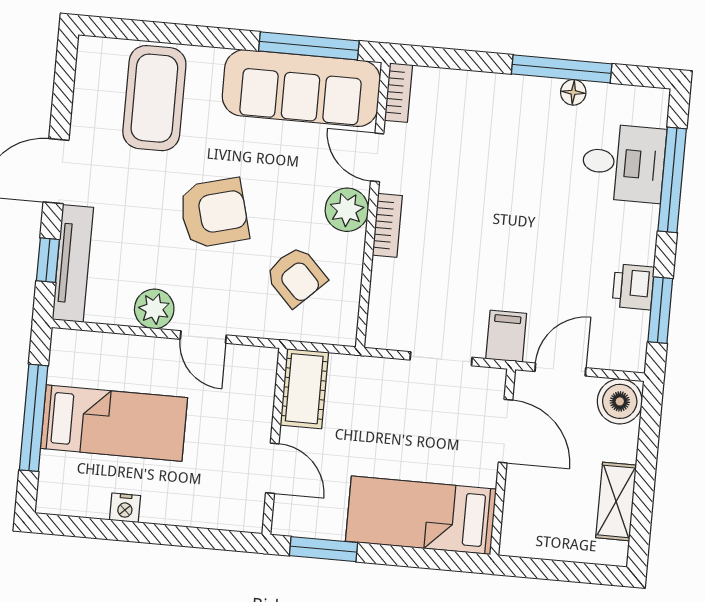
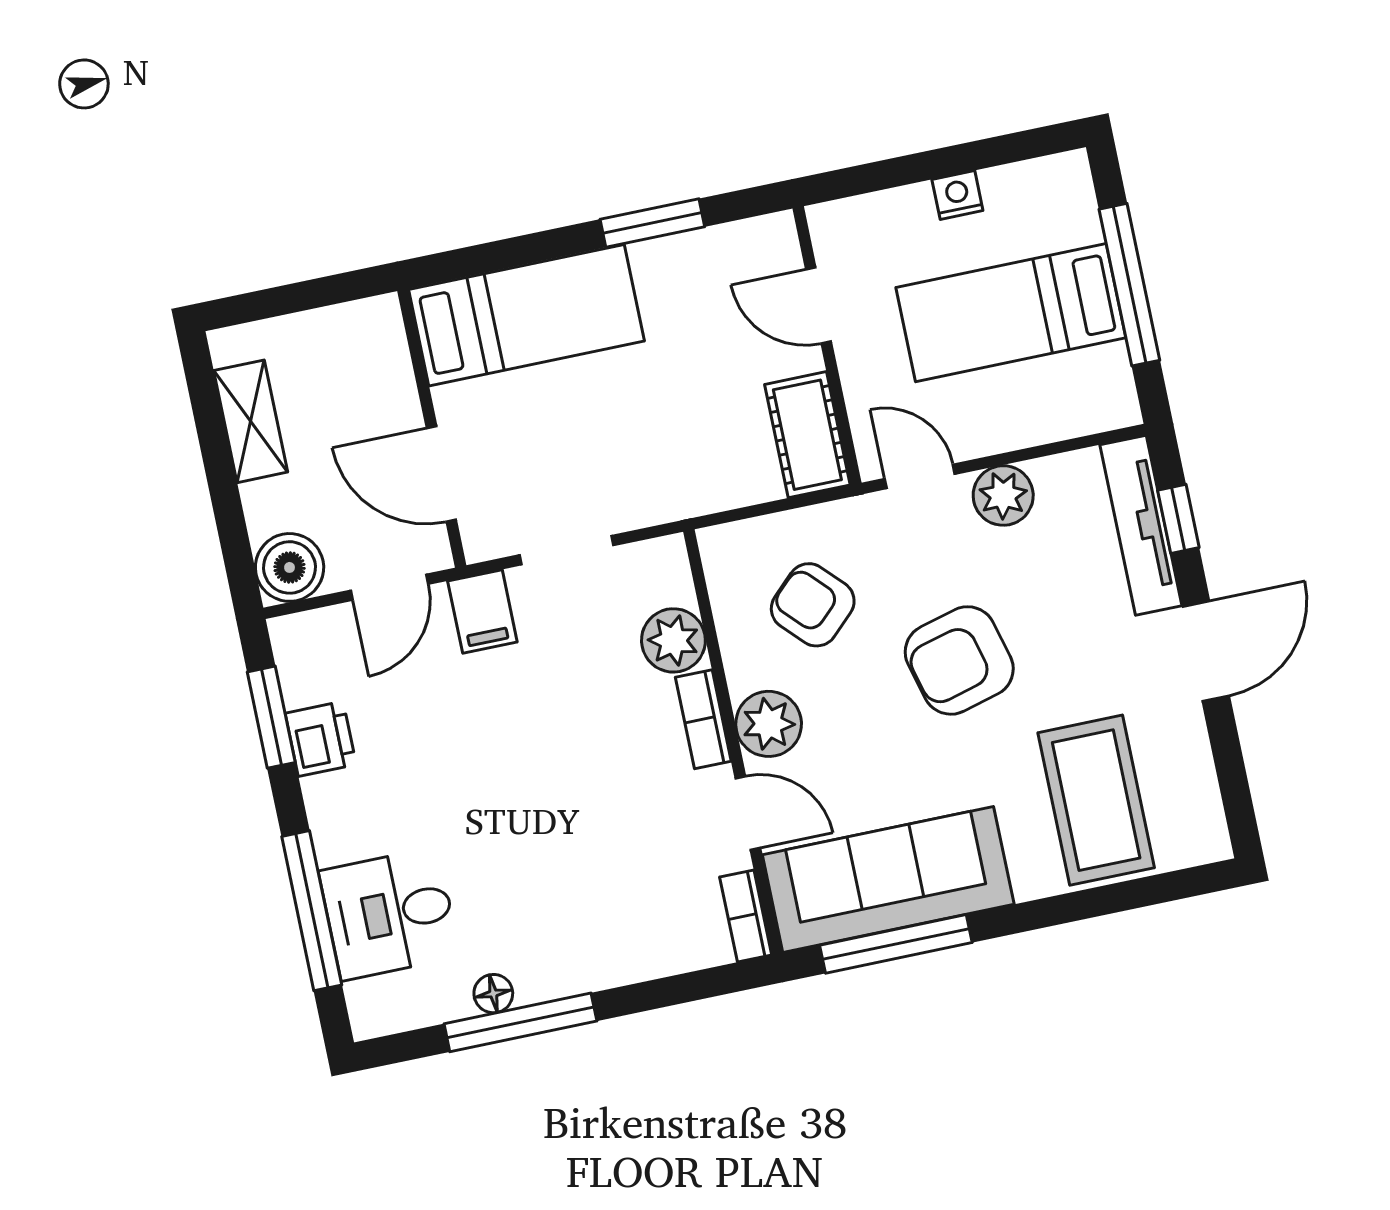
plant: (391, 281) -> (673, 640), added
cot: (304, 389) -> (807, 435), moved
wall: (275, 441) -> (827, 346), moved
door: (272, 468) -> (819, 306), moved

